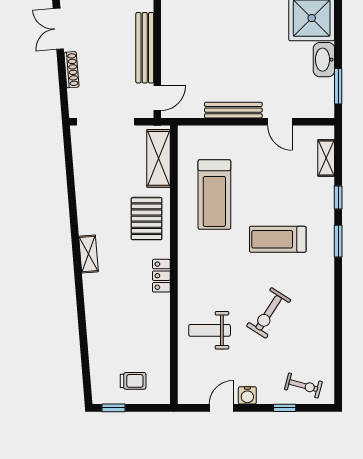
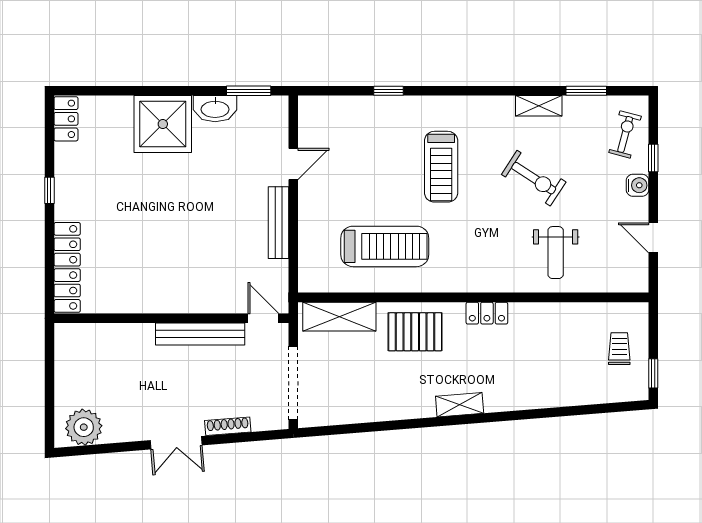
shelving: (326, 158) -> (539, 106), moved
window: (338, 241) -> (586, 91), moved
water cooler: (247, 395) -> (637, 185), moved

